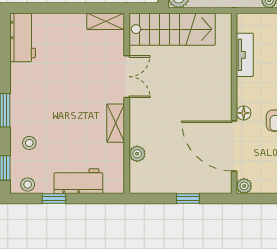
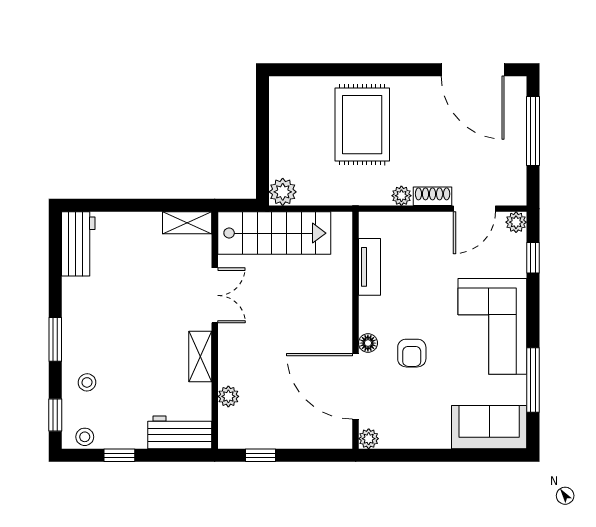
workbench: (78, 181) -> (180, 432), moved
window: (188, 198) -> (261, 455), moved

